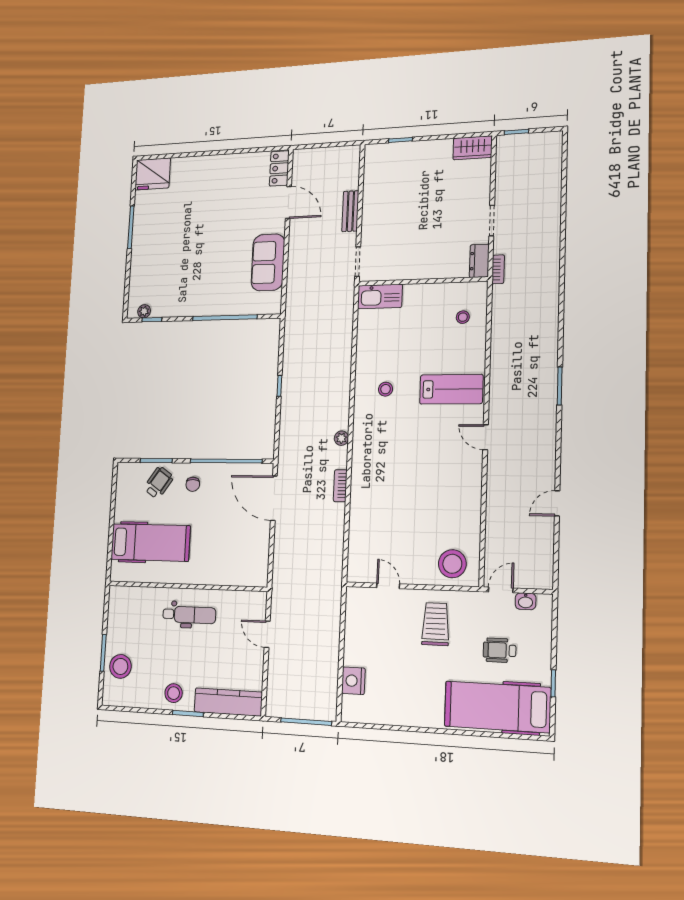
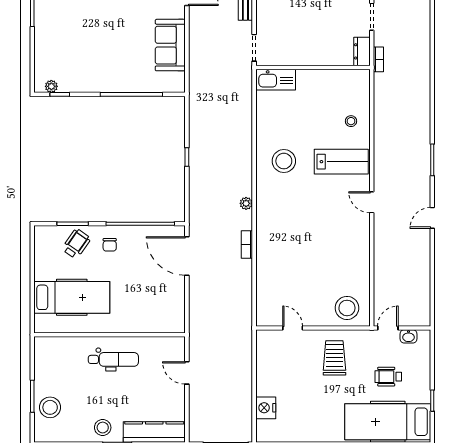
stool: (463, 317) -> (351, 121), moved
stool: (386, 389) -> (284, 161), width x1.89, depth x1.89
door: (557, 503) -> (432, 218), moved

